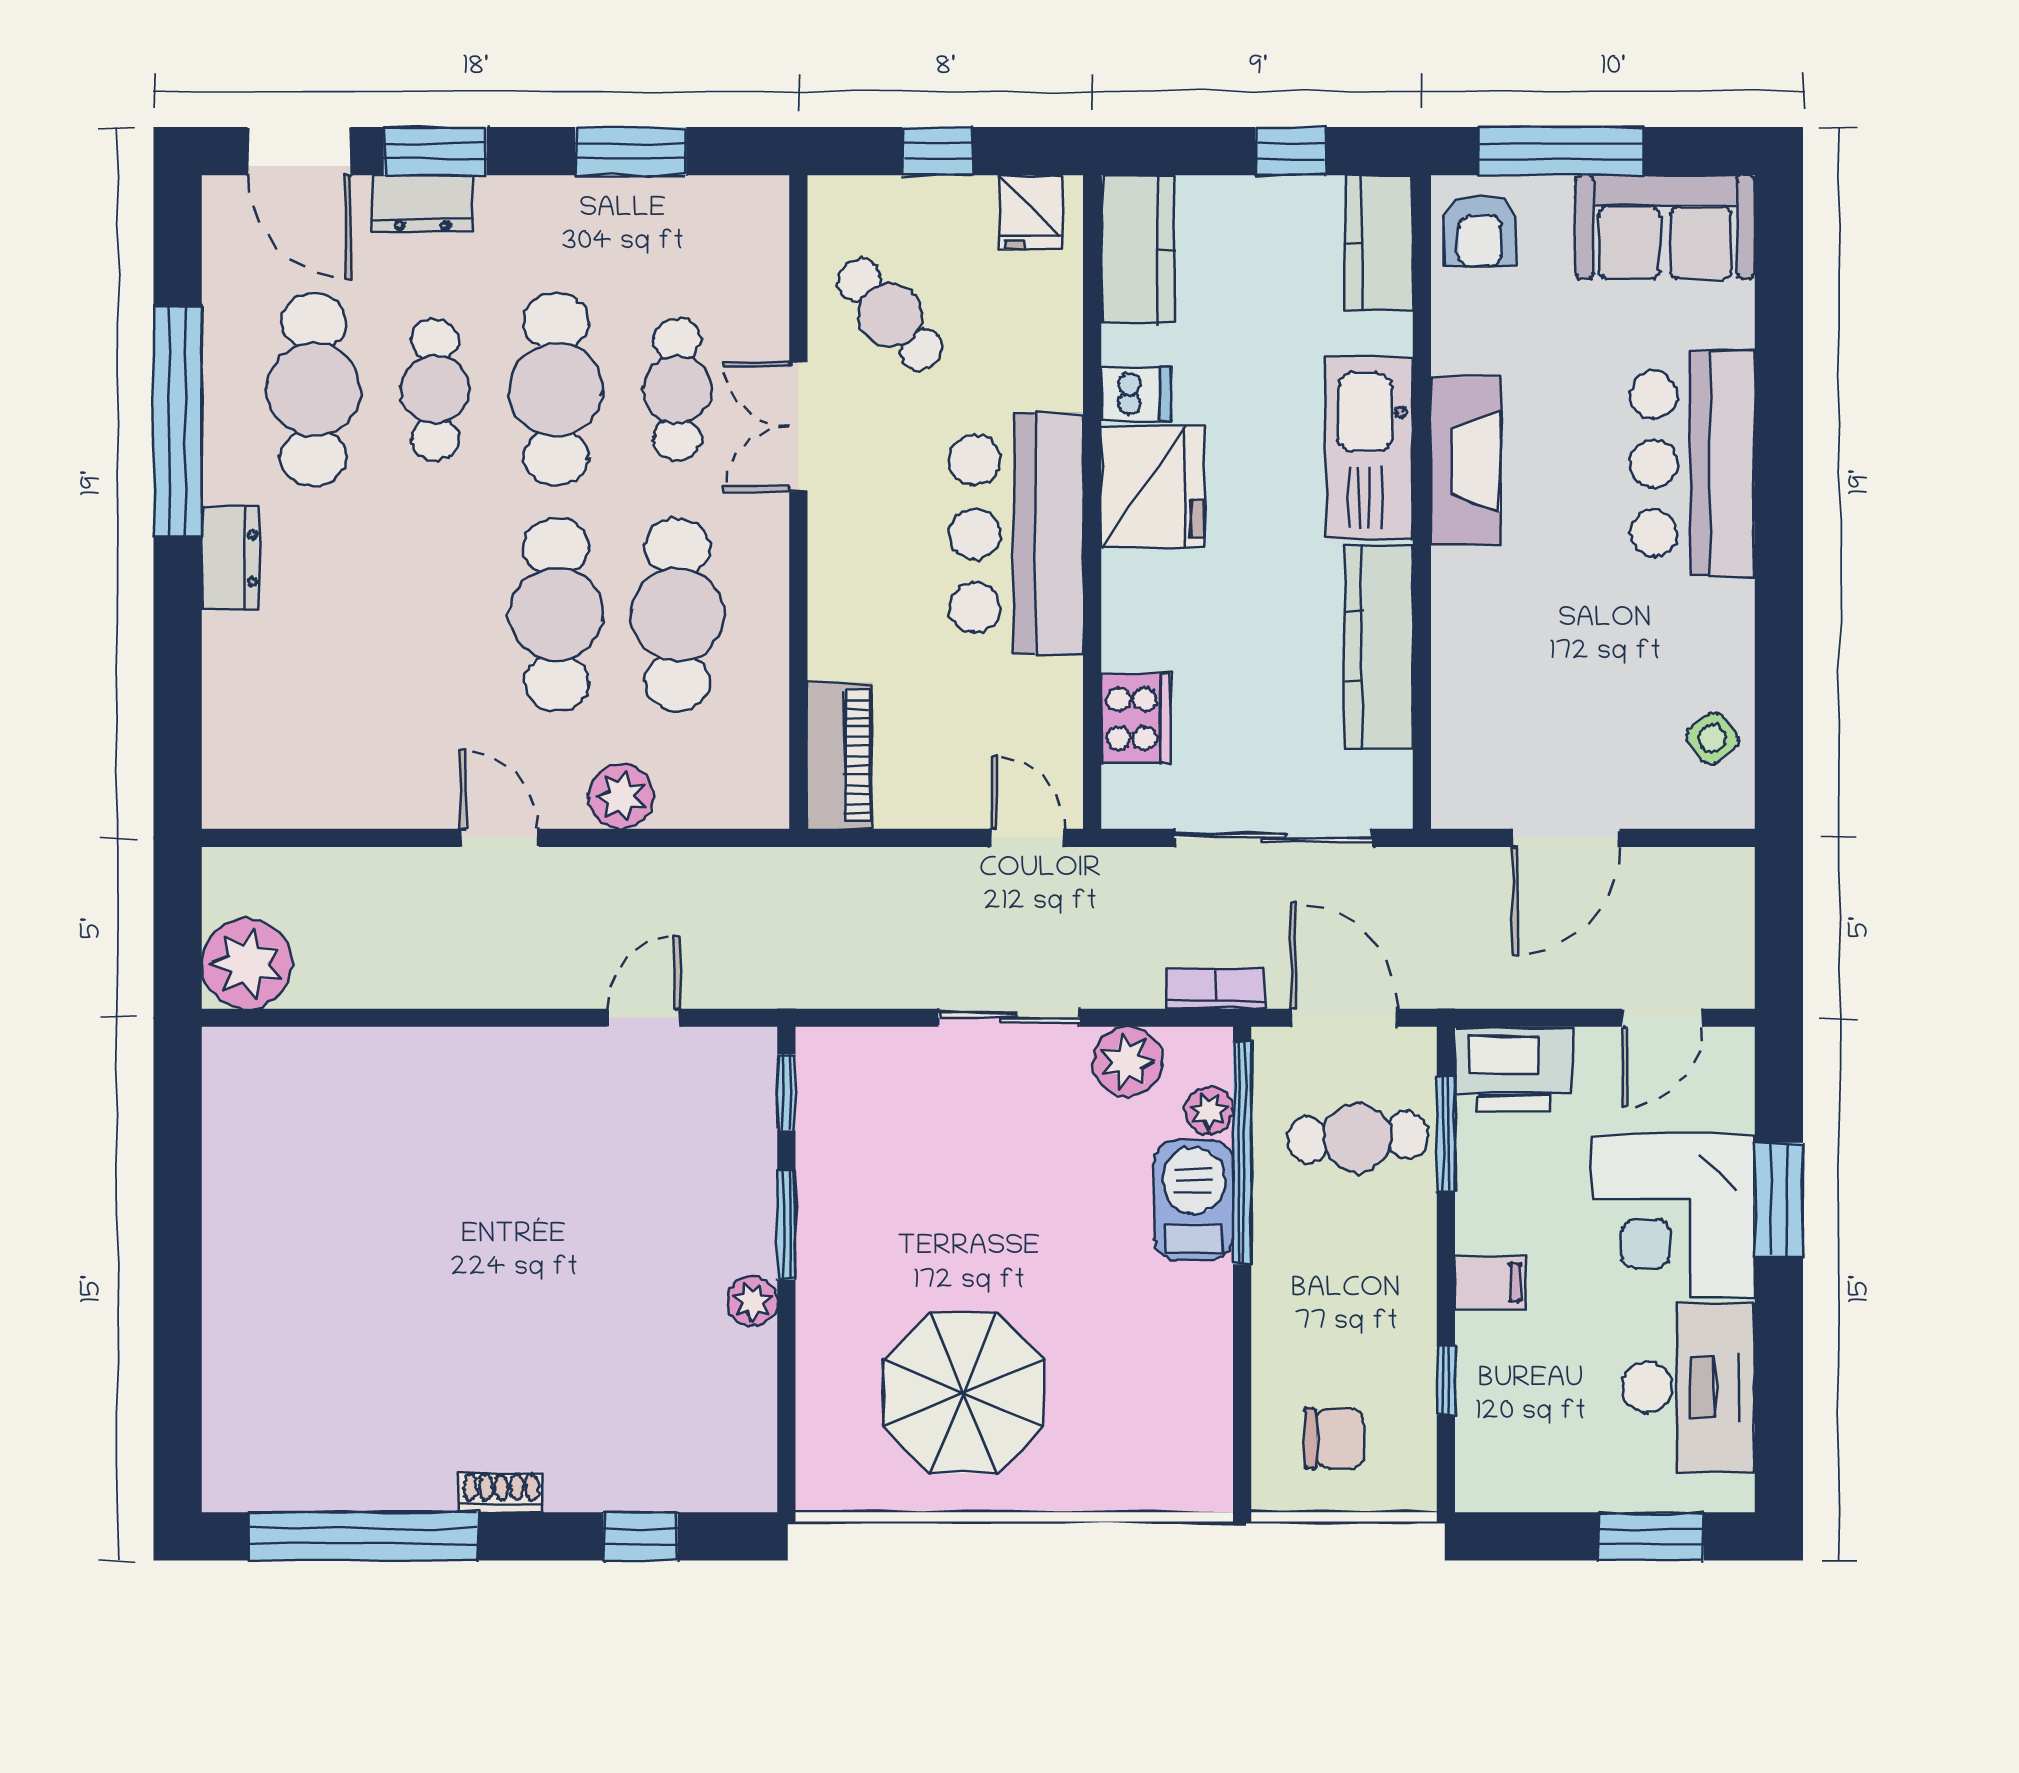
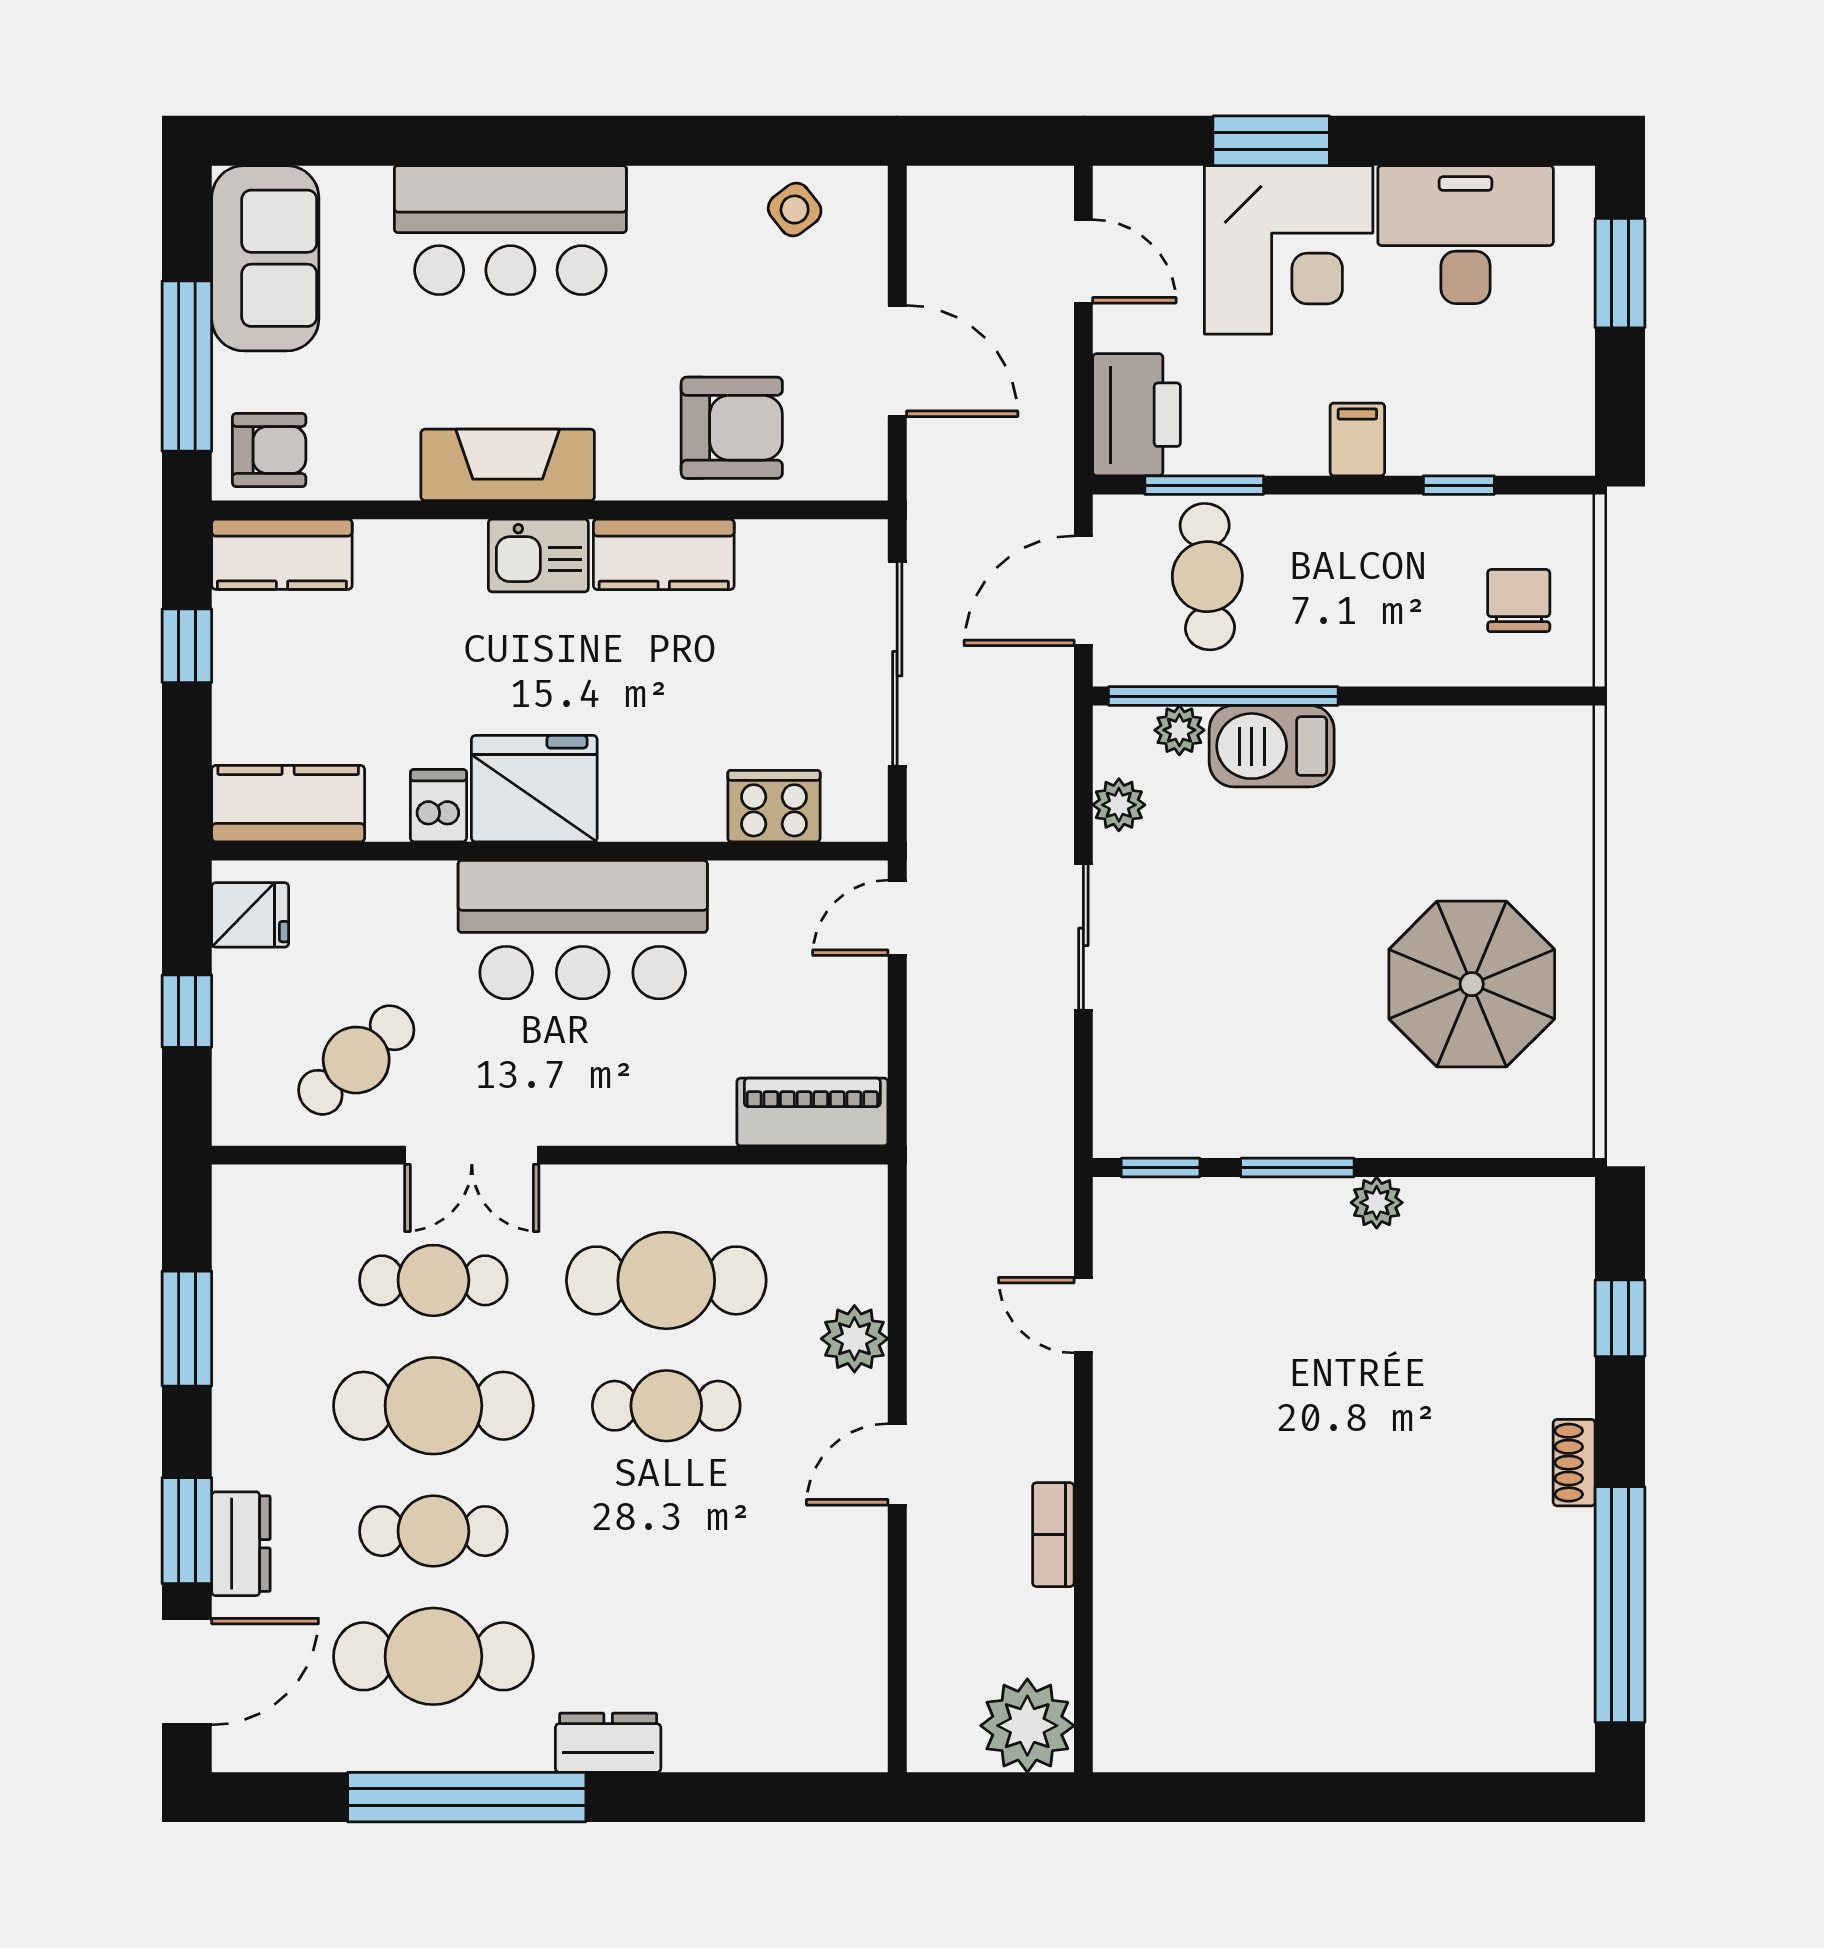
kitchen sink: (1369, 449) -> (538, 556), width x0.53, depth x0.81
cafe table: (556, 615) -> (666, 1406), width x0.73, depth x0.74
kitchen counter: (1379, 646) -> (664, 554), width x0.67
armchair: (1501, 678) -> (732, 428), added
bookcase: (1215, 989) -> (1053, 1535), moved
plant: (1127, 1062) -> (1119, 805), width x0.73, depth x0.73

